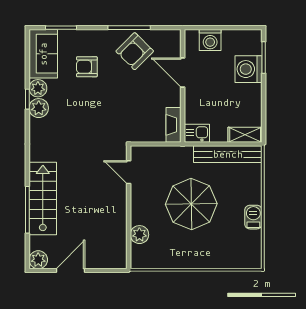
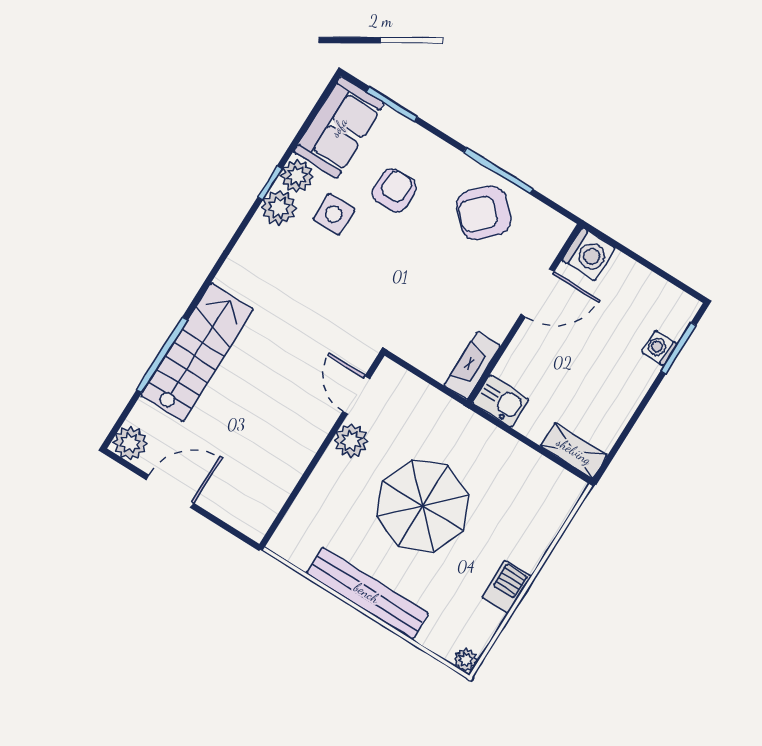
washing machine: (210, 40) -> (589, 254), moved, turned -90
armchair: (87, 67) -> (394, 190), turned 90
washing machine: (248, 69) -> (659, 348), width x0.53, depth x0.53
door: (183, 73) -> (538, 293), swing flipped
side table: (66, 95) -> (334, 214), added
bench: (228, 154) -> (367, 593), moved
plant: (139, 235) -> (351, 441), moved
plant: (256, 263) -> (466, 660), added

